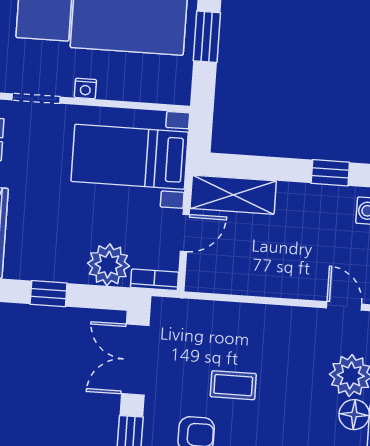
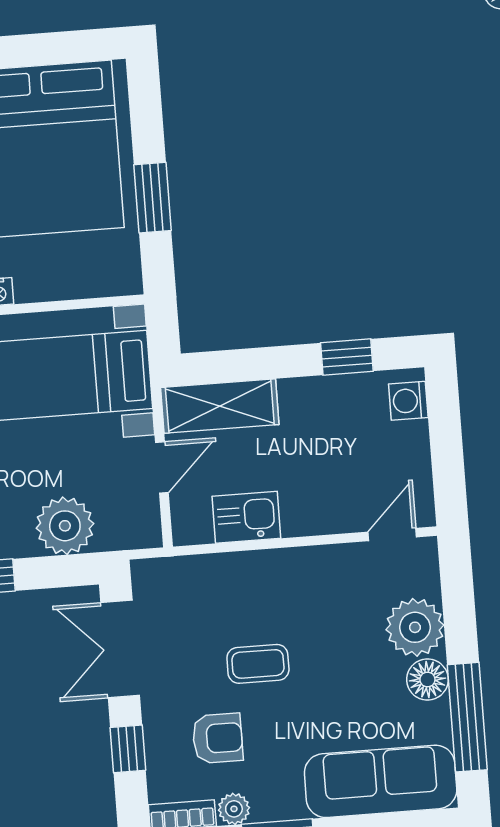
kitchen sink: (241, 278) -> (246, 517), added
bookcase: (154, 280) -> (130, 537), removed
door: (344, 306) -> (392, 535), hinge flipped

